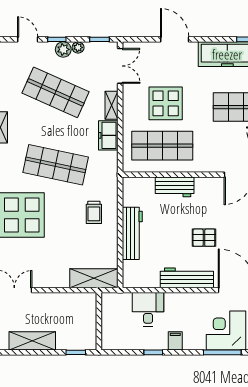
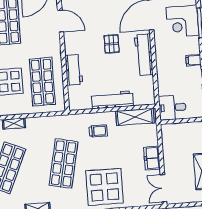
freezer: (108, 135) -> (152, 158), moved, turned 90
shelving: (94, 278) -> (135, 117), moved, turned 90
desk: (148, 309) -> (172, 108), moved

